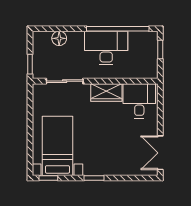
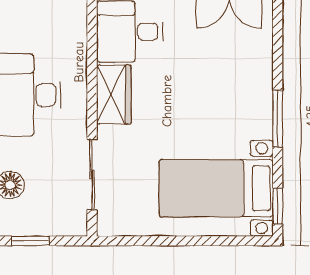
window: (30, 64) -> (30, 241), moved
window: (94, 178) -> (278, 118), width x1.50

